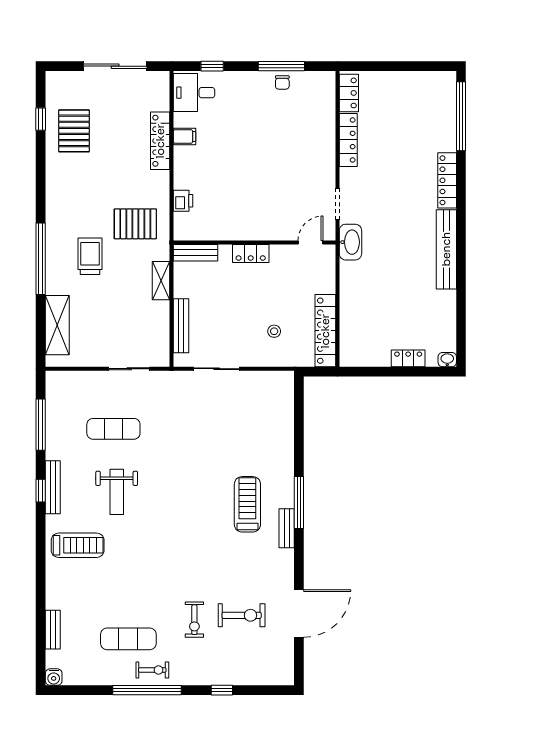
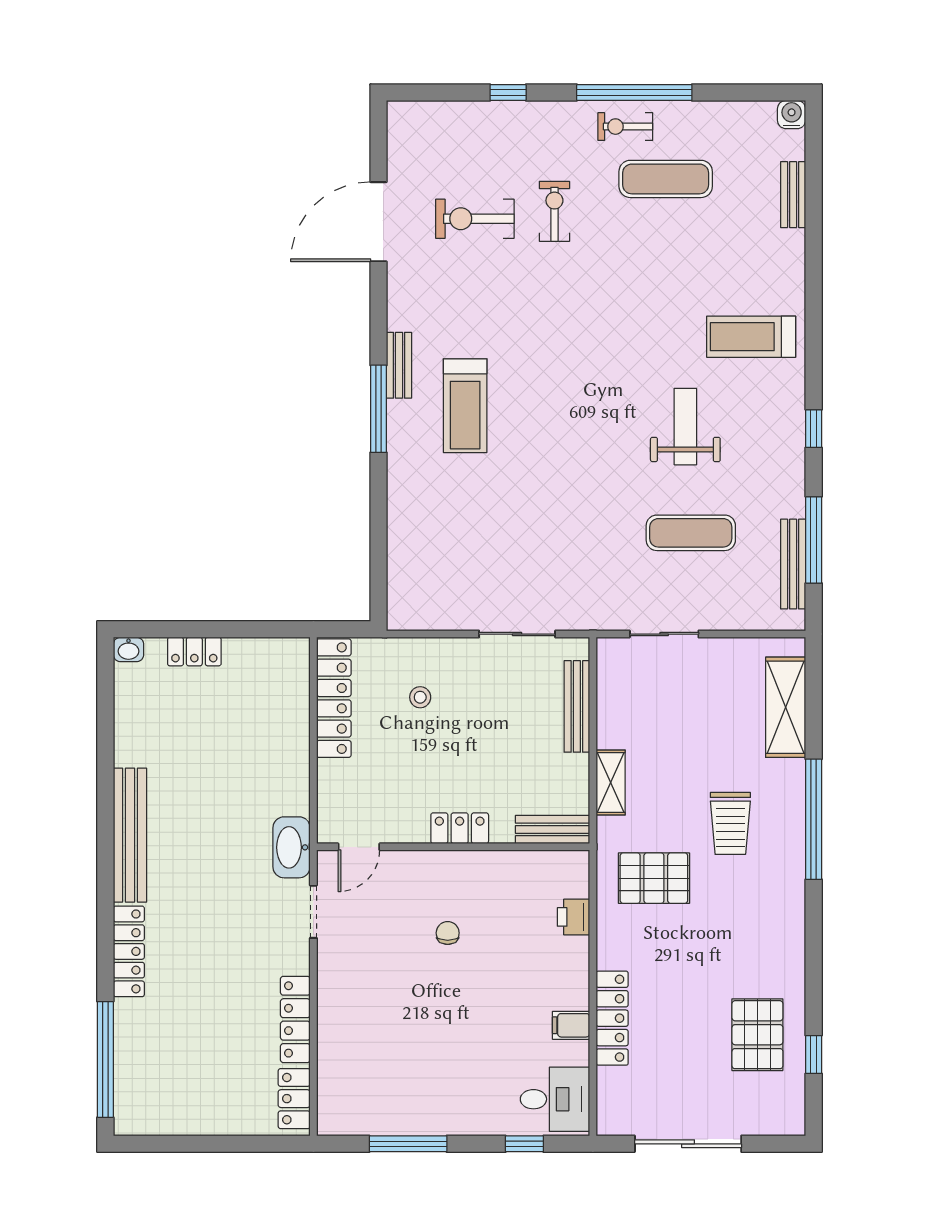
chair: (282, 82) -> (448, 933), moved
bench: (53, 487) -> (793, 564), moved

